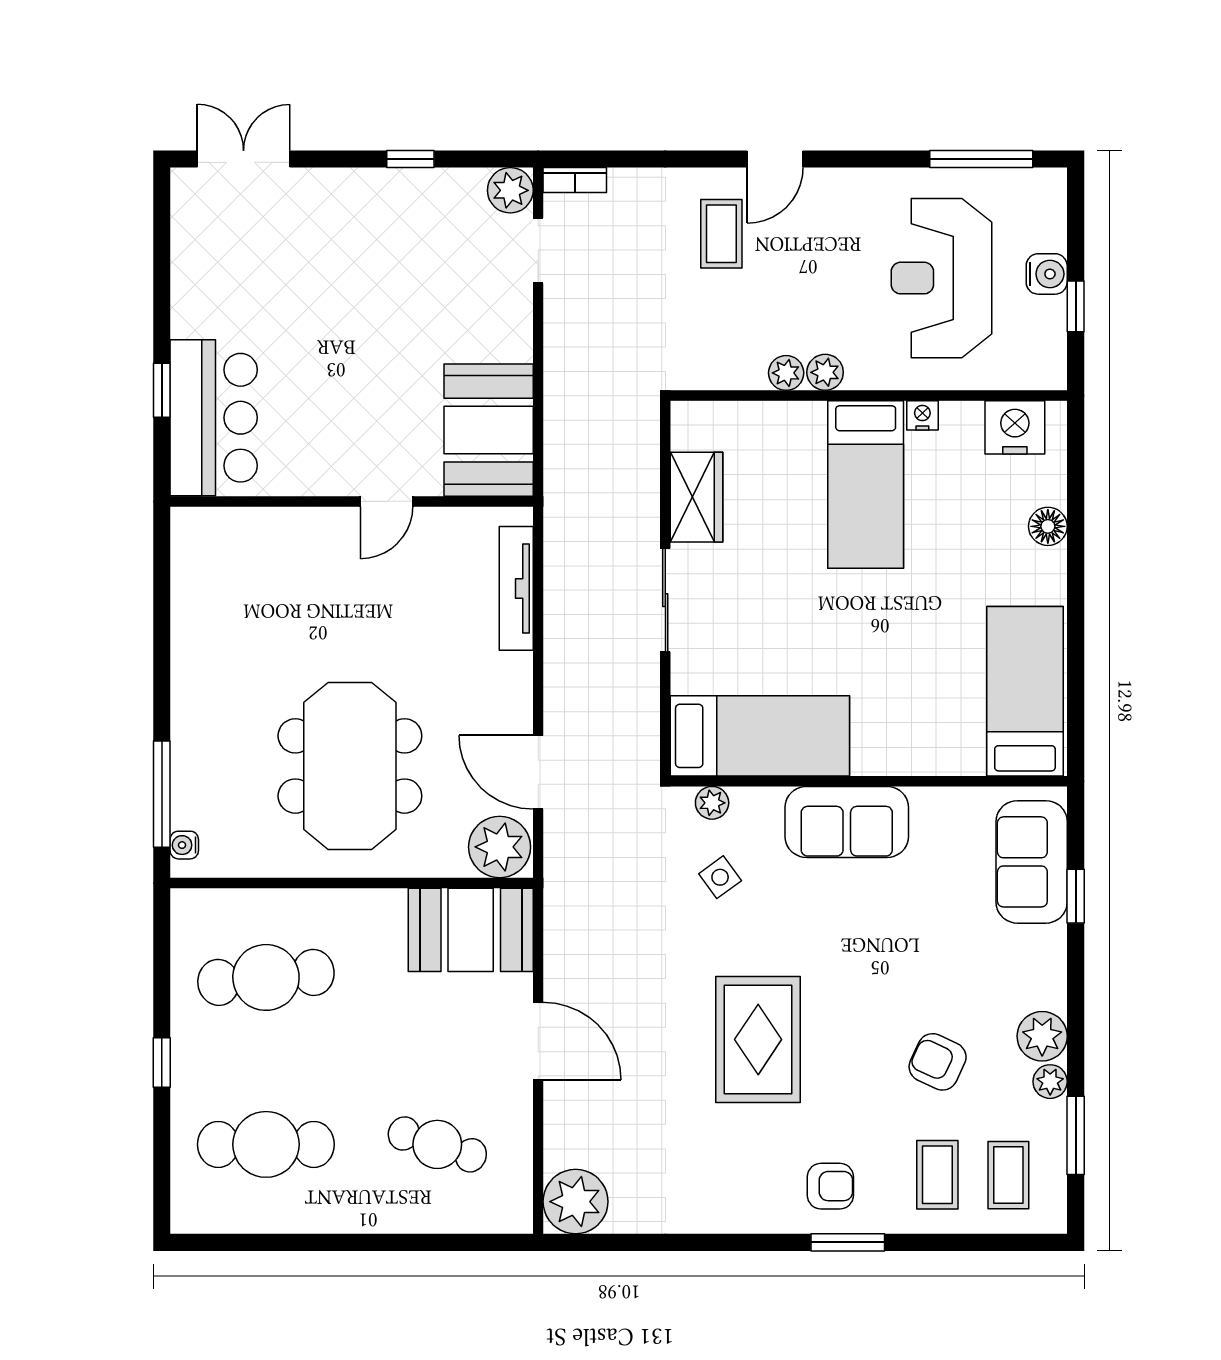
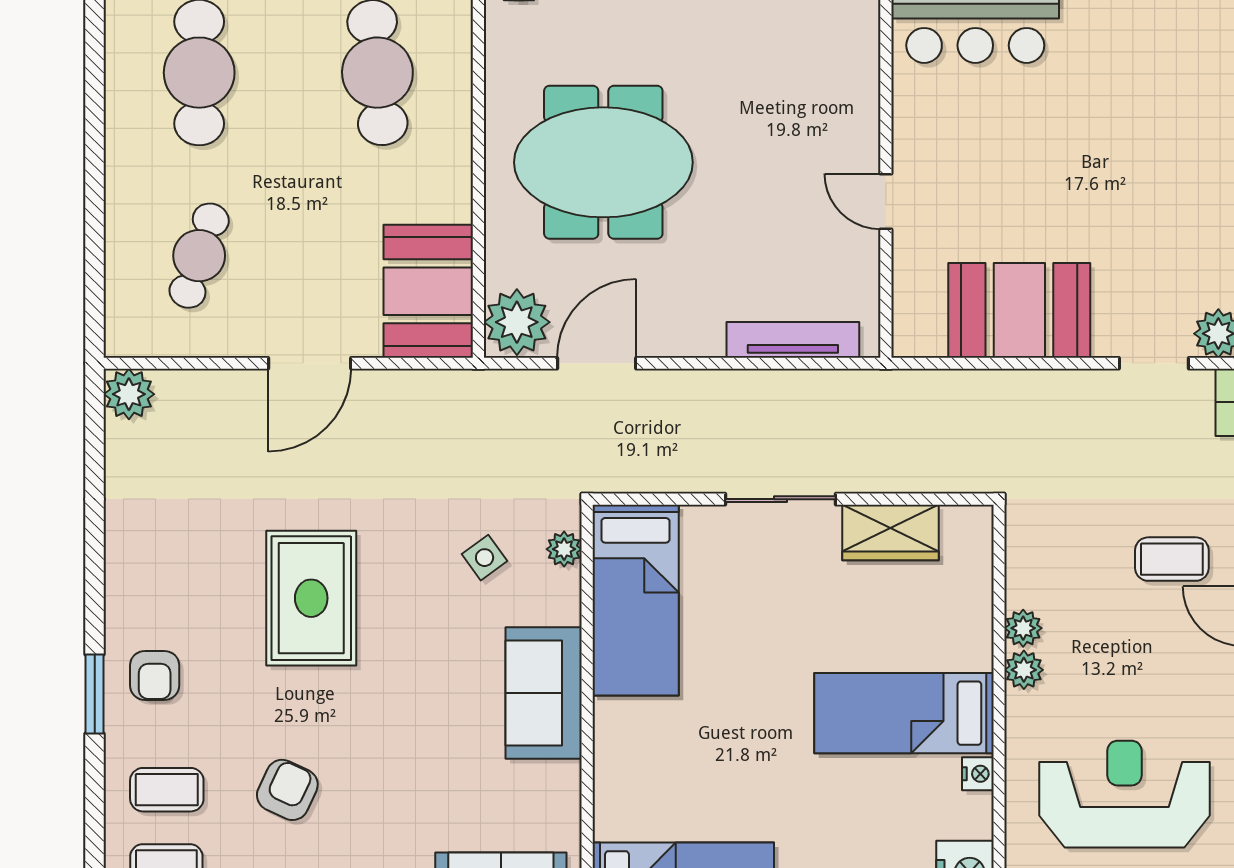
booth: (489, 430) -> (1019, 310), moved
rug: (758, 1039) -> (311, 598), turned 90
plant: (576, 1202) -> (129, 394), width x0.73, depth x0.73

